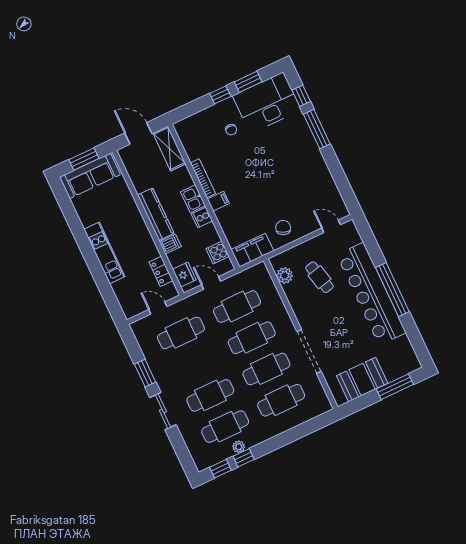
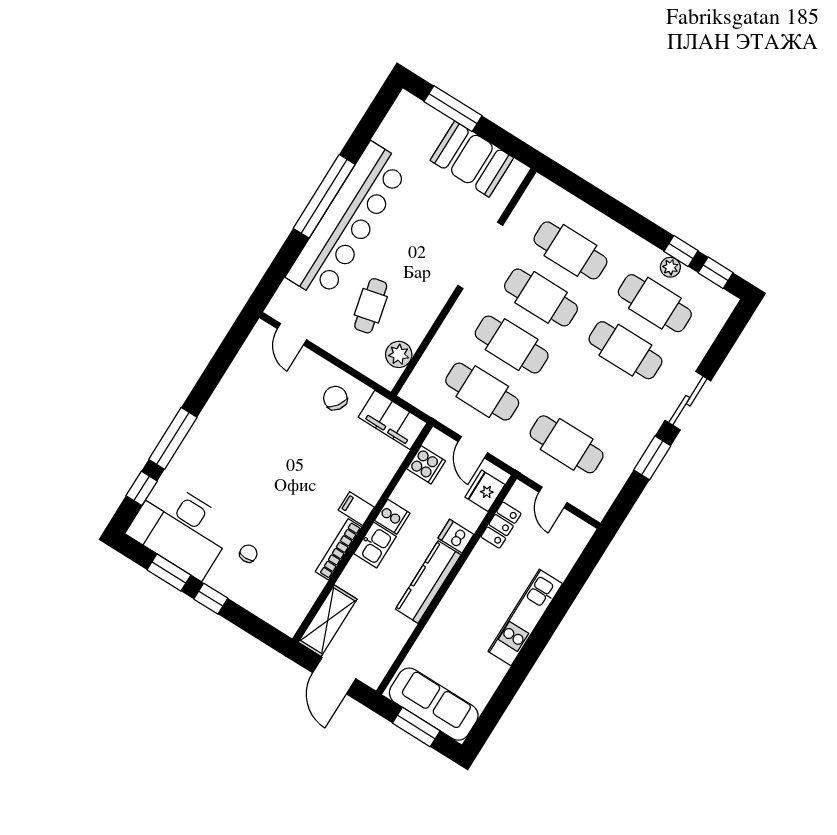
chair: (283, 228) -> (335, 398), turned 103

